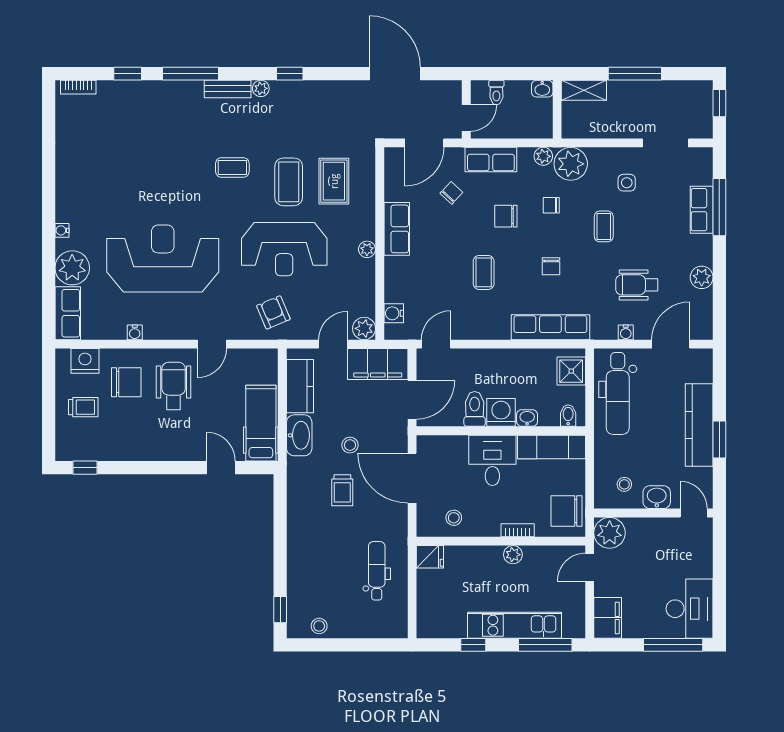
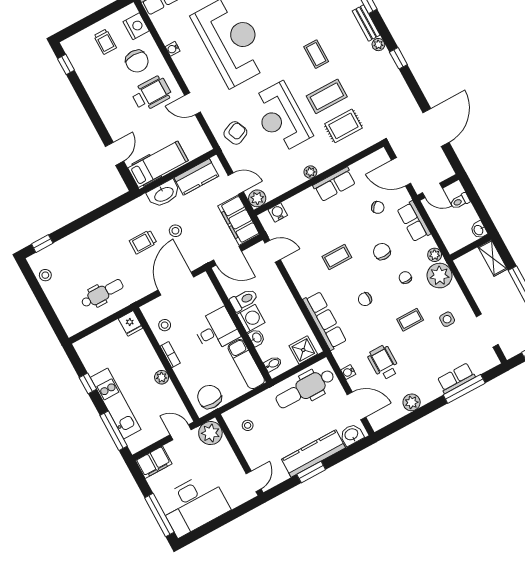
washbasin: (657, 497) -> (352, 435), moved, turned -90
bookcase: (518, 530) -> (170, 355), moved
desk: (690, 609) -> (194, 504), width x1.36, depth x1.30

